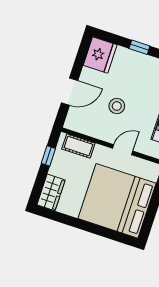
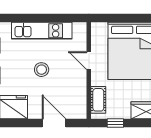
stool: (117, 106) -> (42, 70), moved

